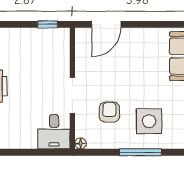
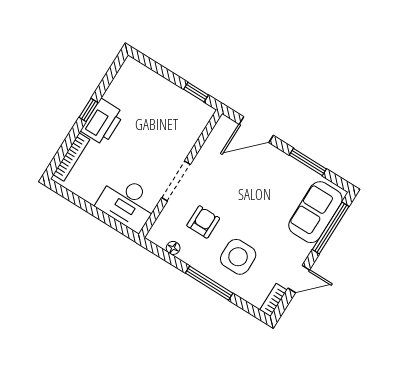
window: (156, 24) -> (308, 162), added
desk: (54, 132) -> (127, 203), width x1.37
floor lamp: (81, 143) -> (173, 248), moved

